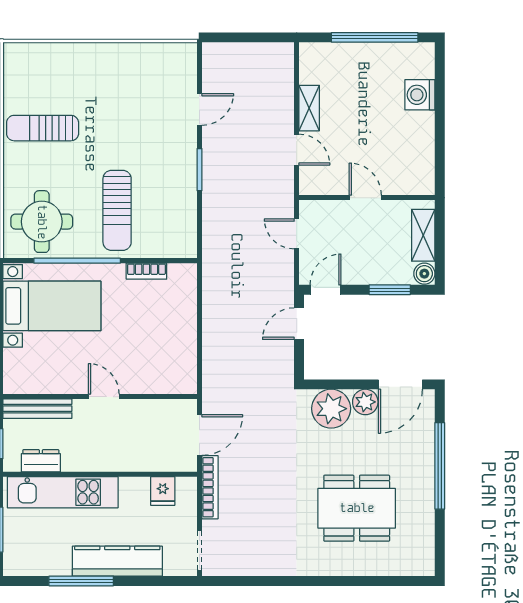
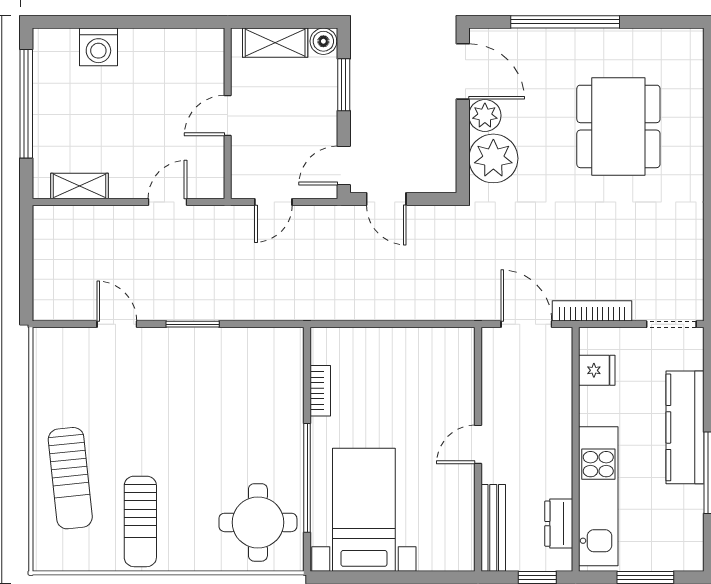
shelving: (309, 108) -> (79, 186), moved
sun lounger: (117, 210) -> (70, 478), moved, turned 84
door: (326, 290) -> (344, 166), hinge flipped

